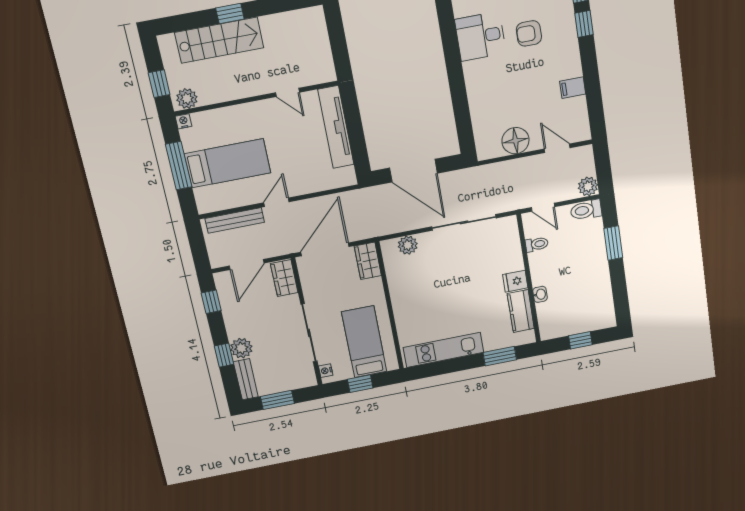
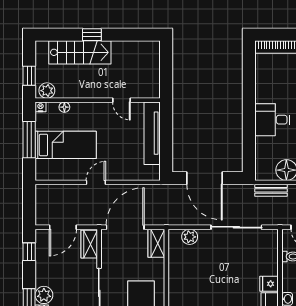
desk: (480, 36) -> (272, 120), moved
floor lamp: (215, 116) -> (64, 107), added
bench: (235, 220) -> (271, 190), moved, width x0.73

